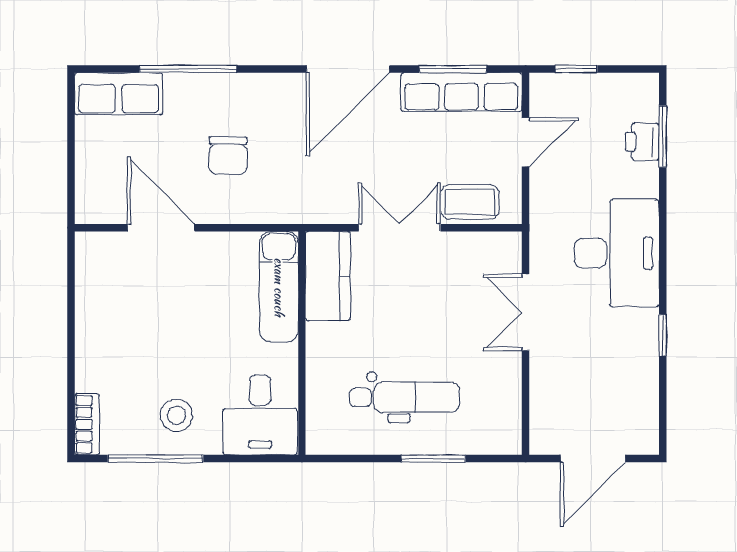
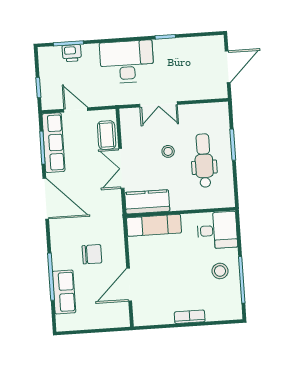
row of seats: (119, 94) -> (64, 292), moved
stool: (428, 325) -> (168, 151), added
bookcase: (87, 424) -> (190, 317), moved
door: (593, 459) -> (228, 67), hinge flipped

